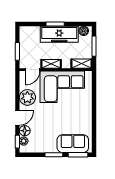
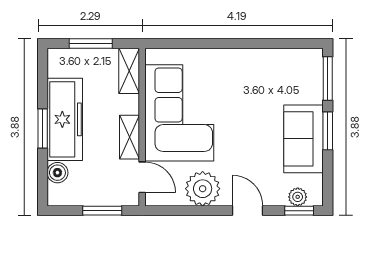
boiler: (84, 31) -> (57, 173), moved
floor lamp: (25, 131) -> (275, 195), removed
sofa: (73, 144) -> (303, 139), moved

